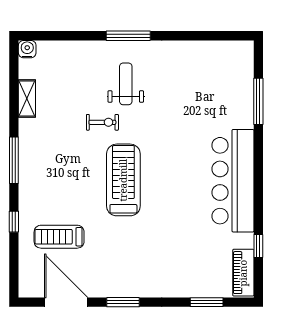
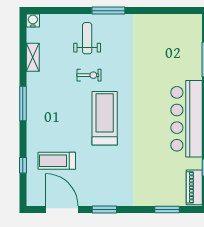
weight bench: (126, 84) -> (87, 38), moved
window: (14, 222) -> (23, 165), moved

